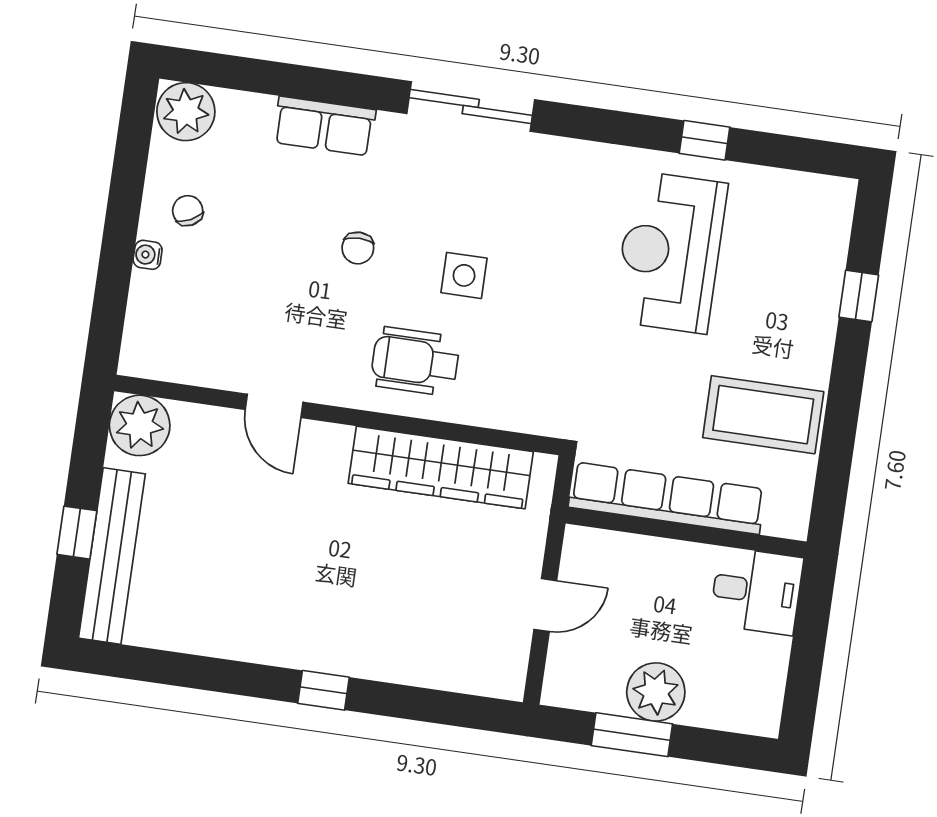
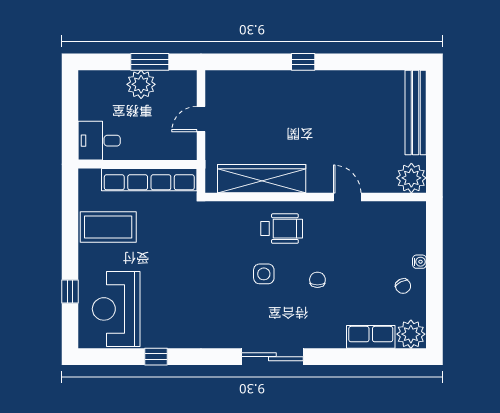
row of seats: (324, 126) -> (371, 337), moved
reception desk: (670, 252) -> (116, 309), moved, turned 180
window: (77, 533) -> (434, 121), removed

